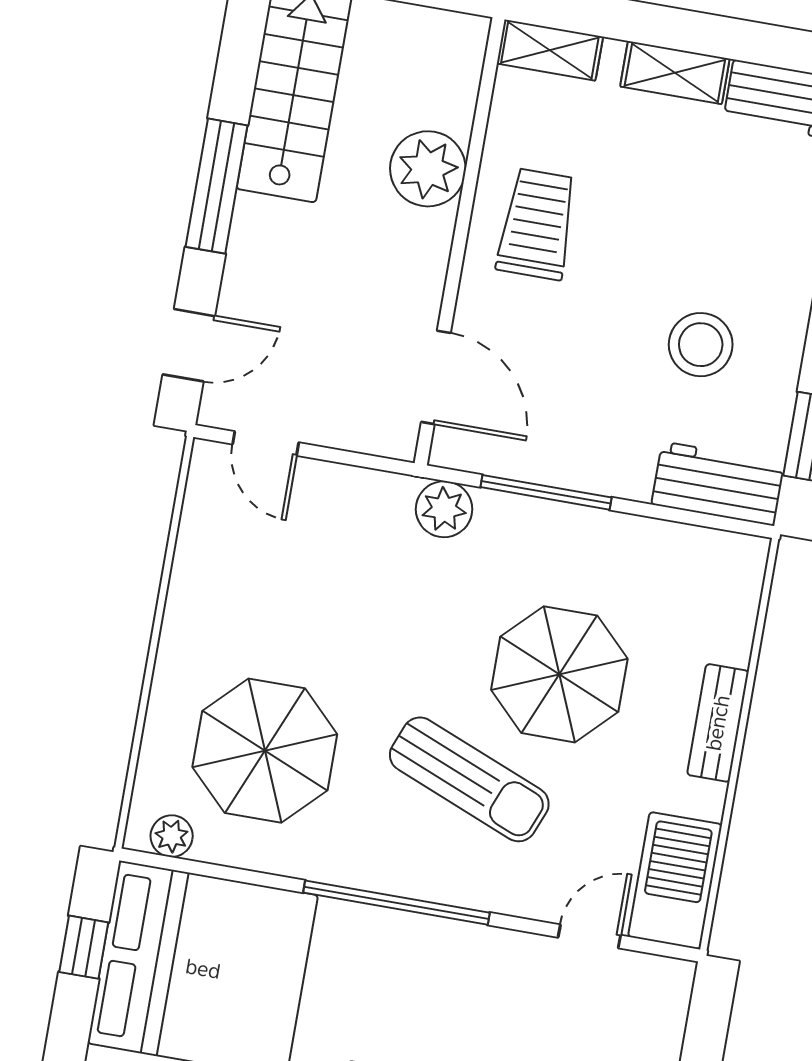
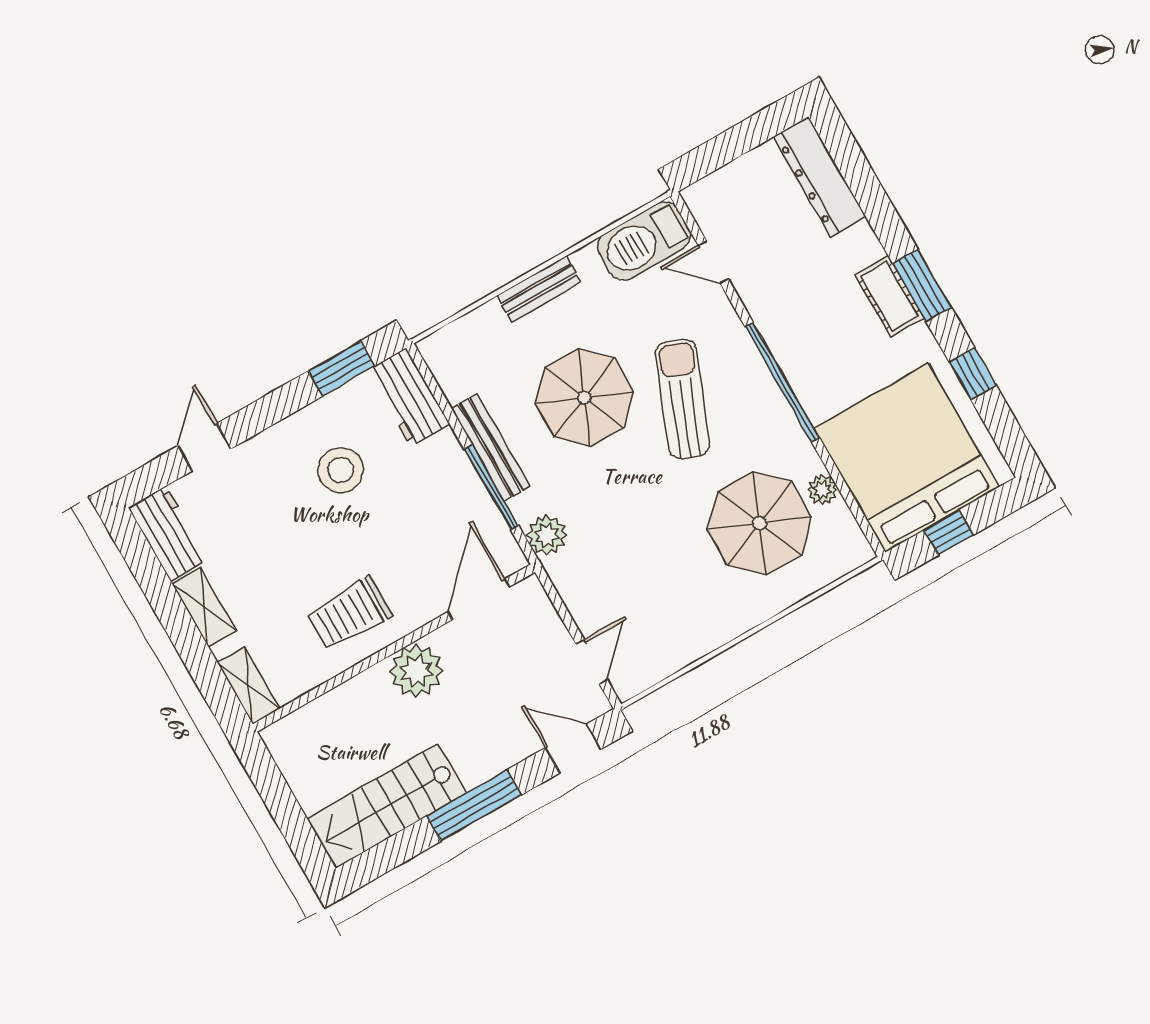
plant: (428, 169) -> (416, 671), moved
bench: (590, 528) -> (491, 447), added
plant: (172, 836) -> (822, 490), moved

